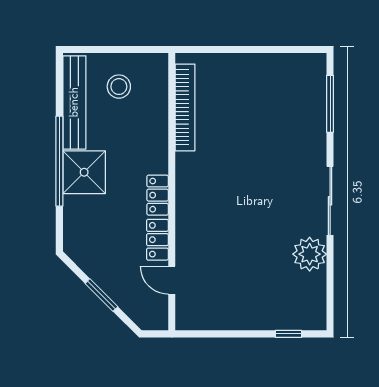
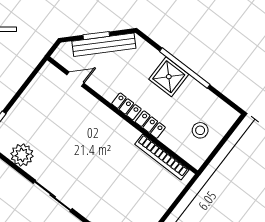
bench: (74, 102) -> (104, 45), moved, turned -45
locker: (157, 240) -> (150, 125), moved
plant: (310, 254) -> (22, 155), moved

